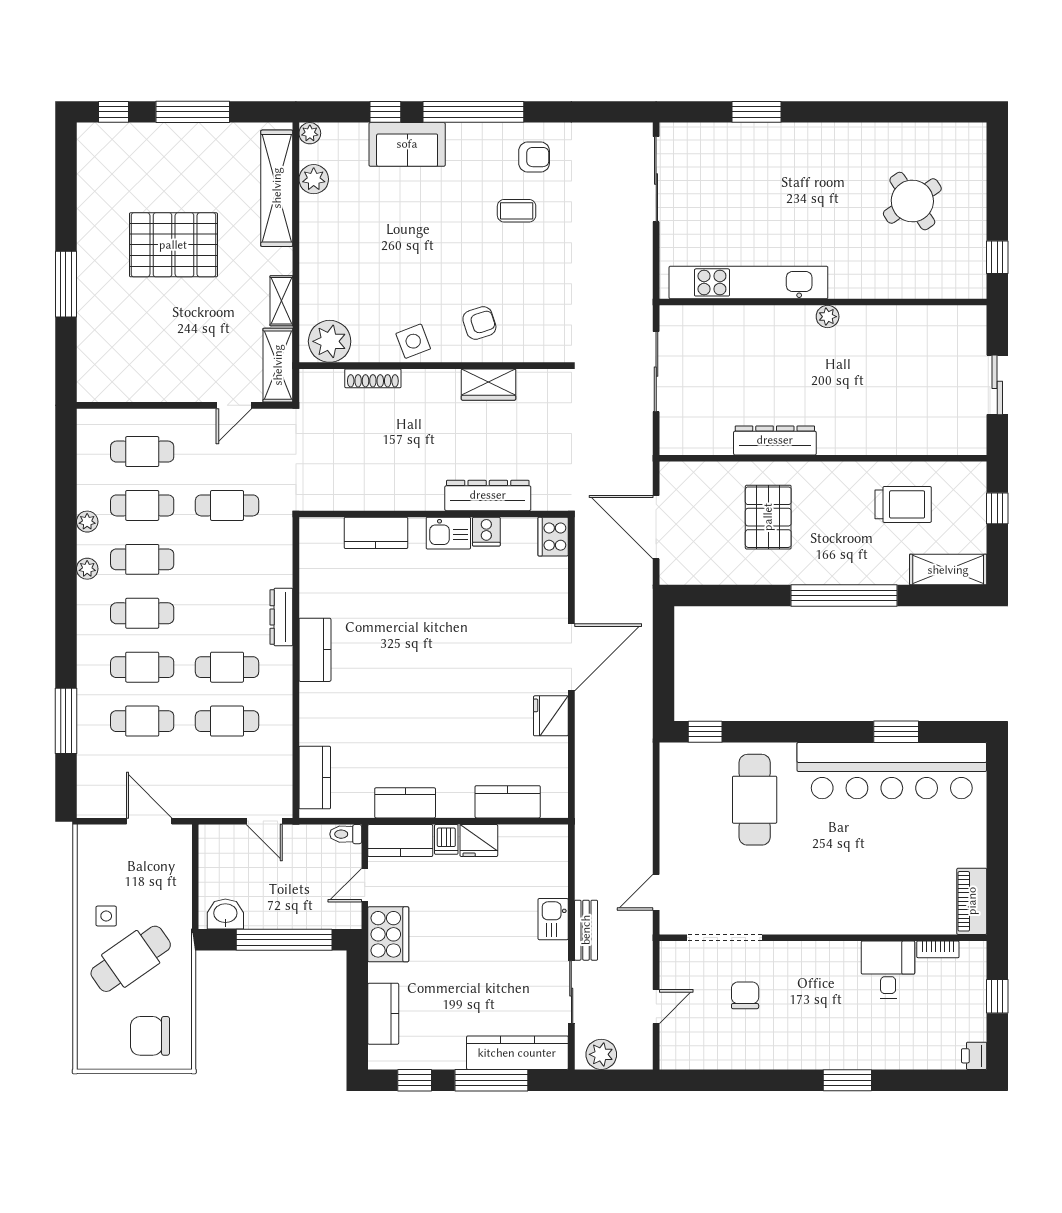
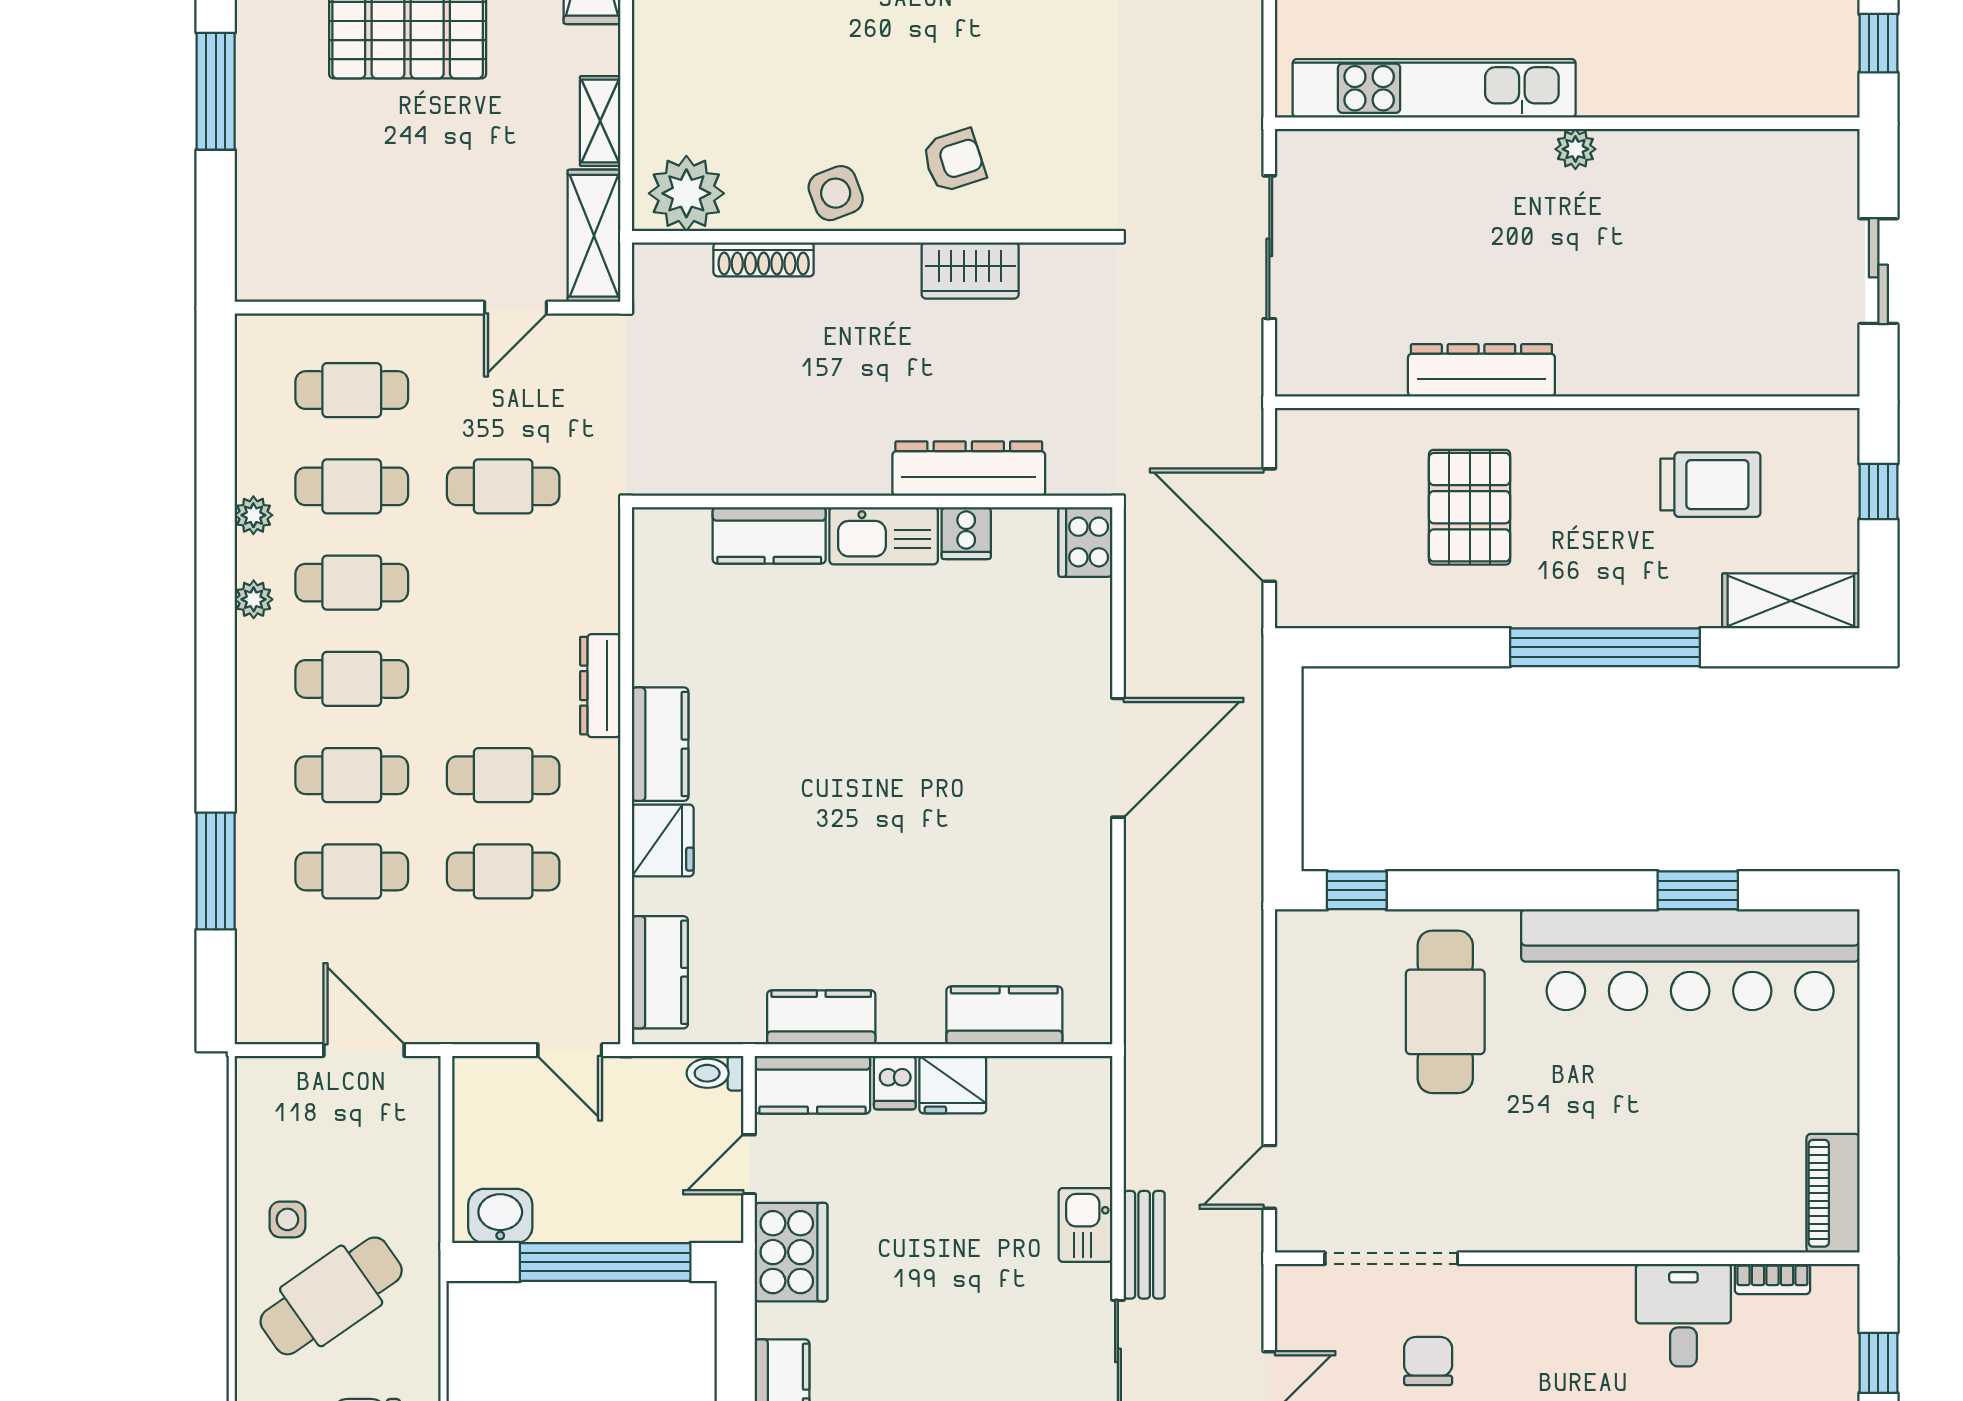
kitchen sink: (448, 533) -> (884, 536), width x1.38
fridge: (551, 716) -> (663, 840), moved, turned 180

